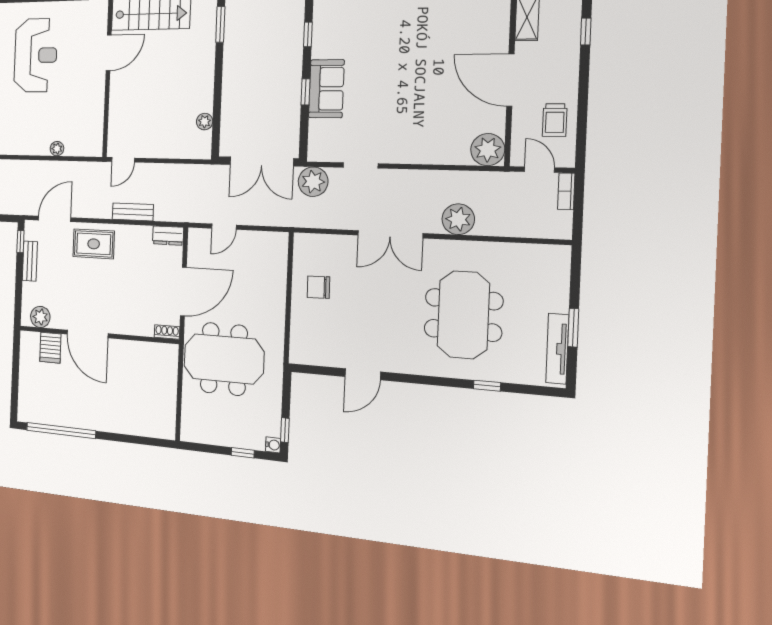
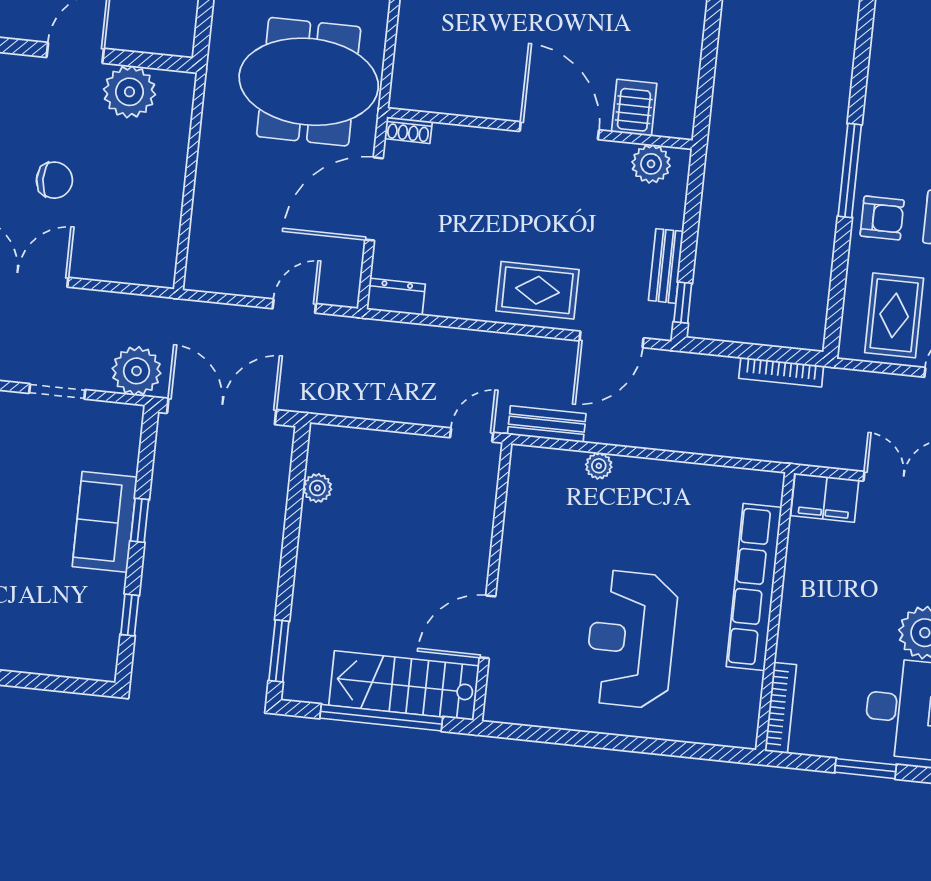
bench: (133, 212) -> (547, 424), moved
chair: (319, 287) -> (54, 180), moved
plant: (328, 351) -> (130, 92), added

